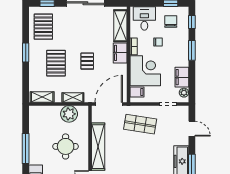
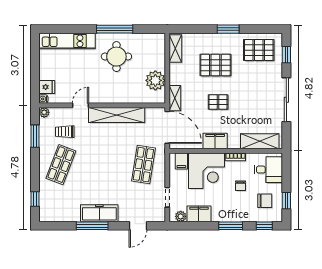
filing cabinet: (120, 53) -> (215, 141), moved
shelving: (73, 97) -> (175, 98), moved
round table: (66, 146) -> (116, 57), moved

